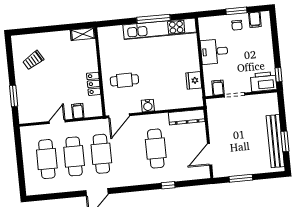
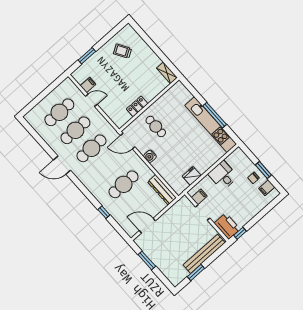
filing cabinet: (78, 111) -> (88, 85), moved
bench: (275, 141) -> (204, 254), moved

